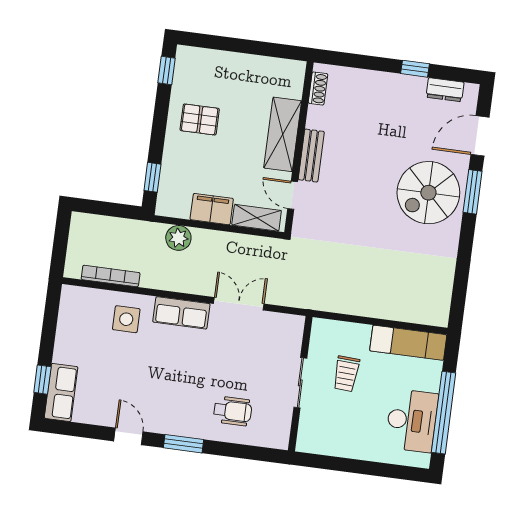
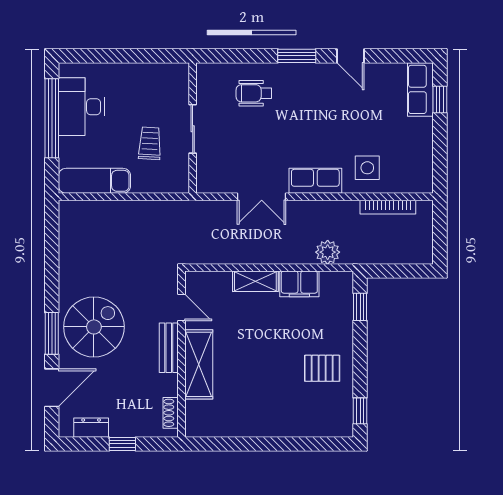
shoe rack: (318, 88) -> (171, 413), moved
shelving: (283, 134) -> (199, 364), moved
wall: (299, 147) -> (182, 354), moved
bench: (311, 156) -> (169, 348), moved
door: (293, 195) -> (182, 307), moved

